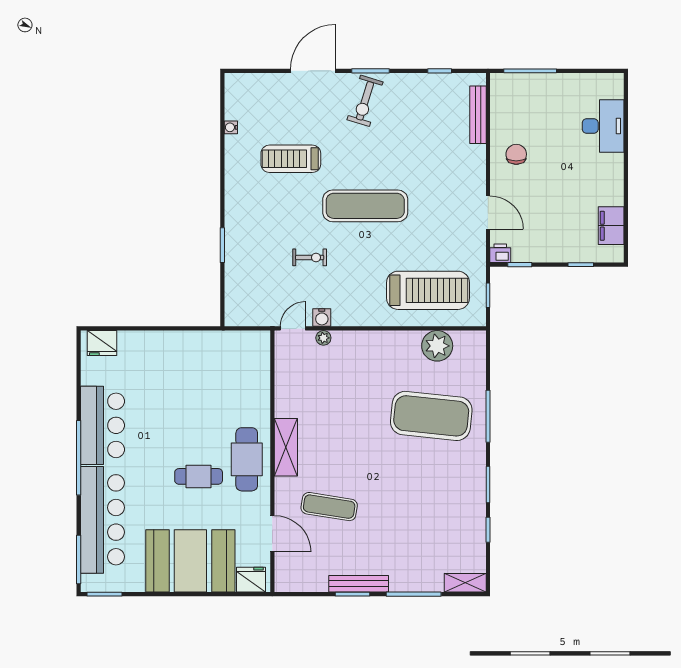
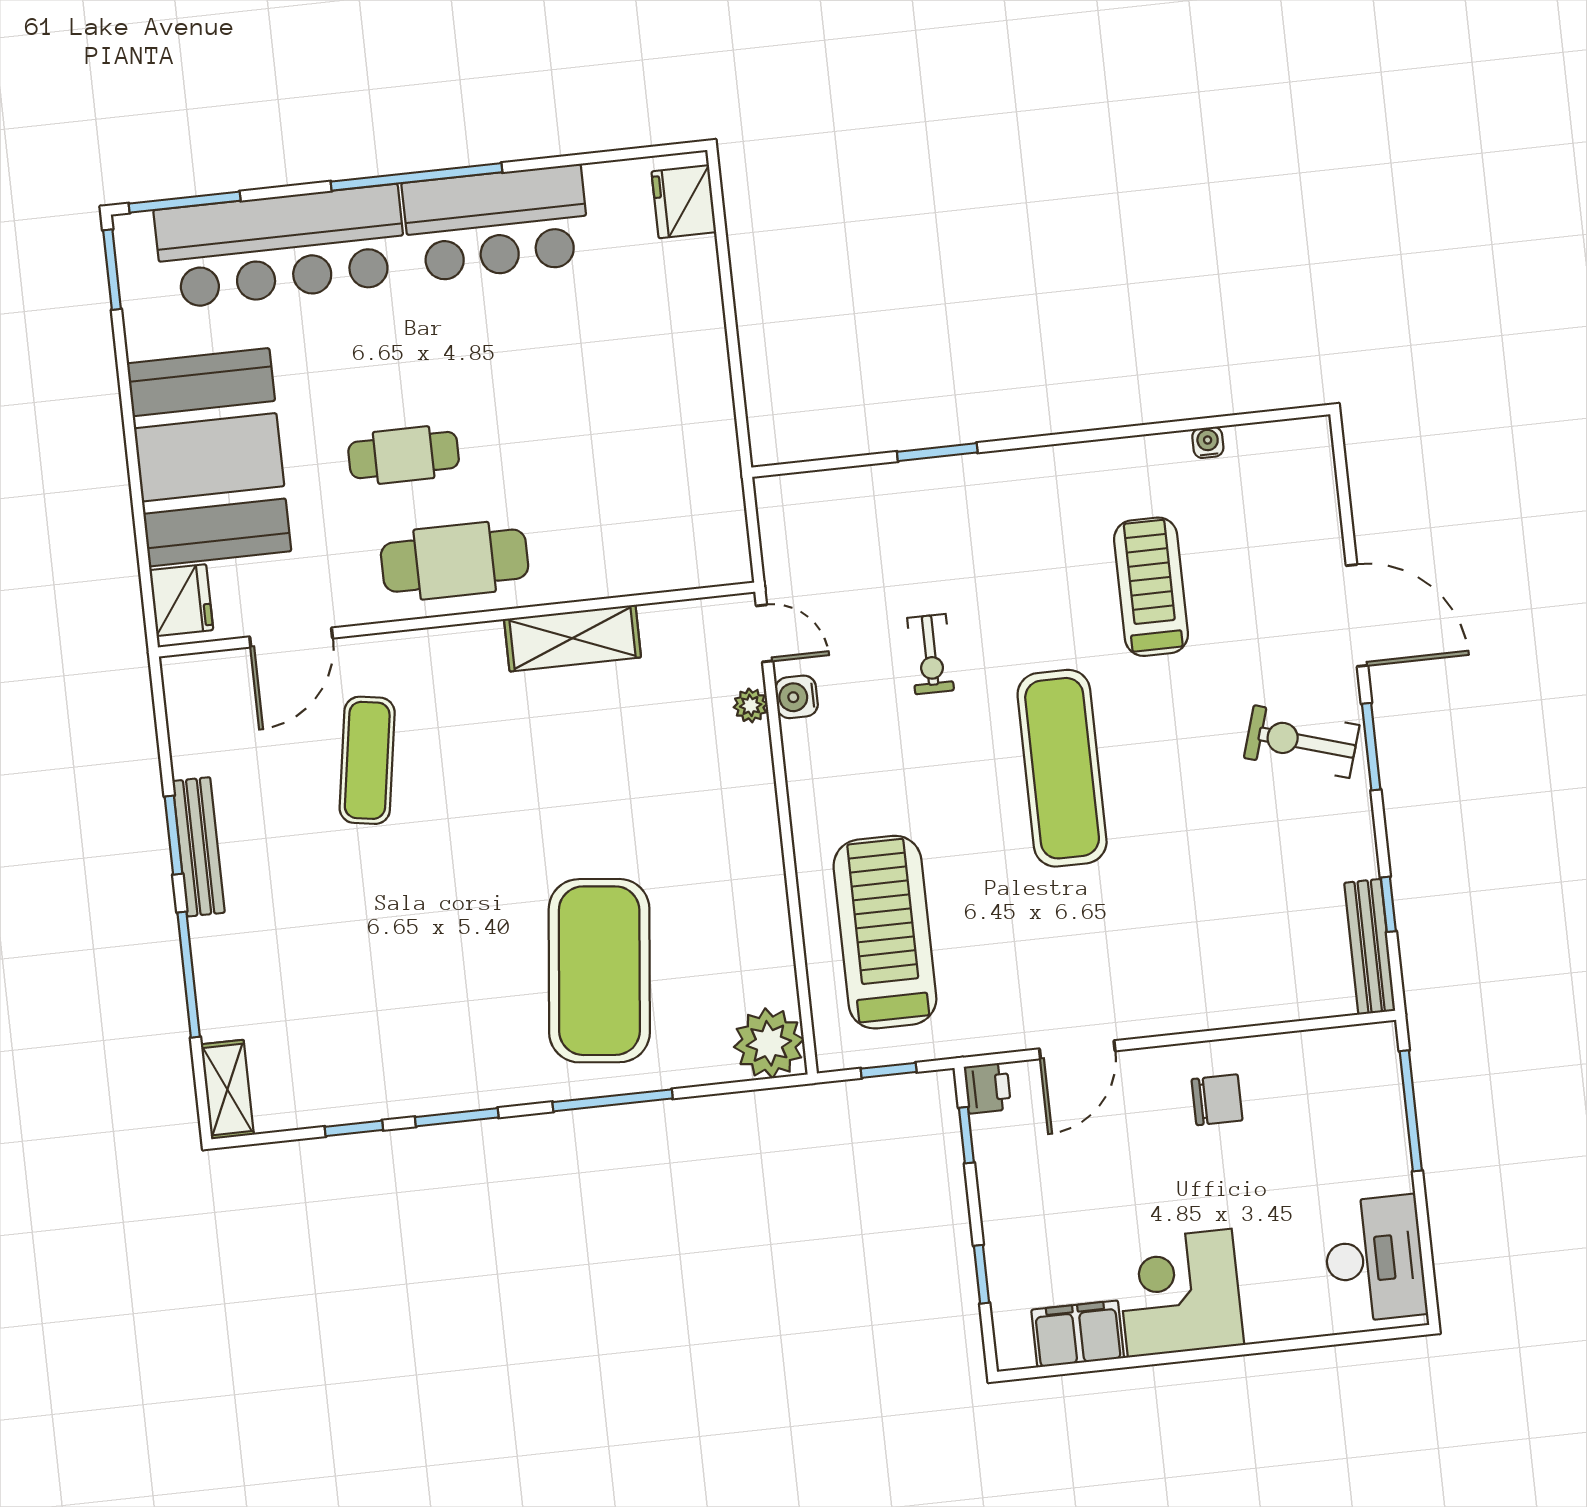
bench: (478, 115) -> (1370, 947), moved, turned 90
desk: (603, 126) -> (1374, 1259), moved, turned -90
corner desk: (598, 180) -> (1180, 1293), added
treadmill: (428, 290) -> (885, 932), turned 180
plant: (437, 346) -> (769, 1043), moved
shelving: (286, 447) -> (572, 638), moved
cafe table: (199, 476) -> (404, 455), turned 90

